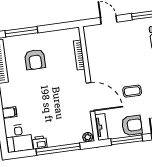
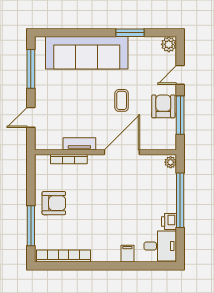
armchair: (35, 60) -> (54, 203), moved
tv unit: (101, 127) -> (79, 144), moved

